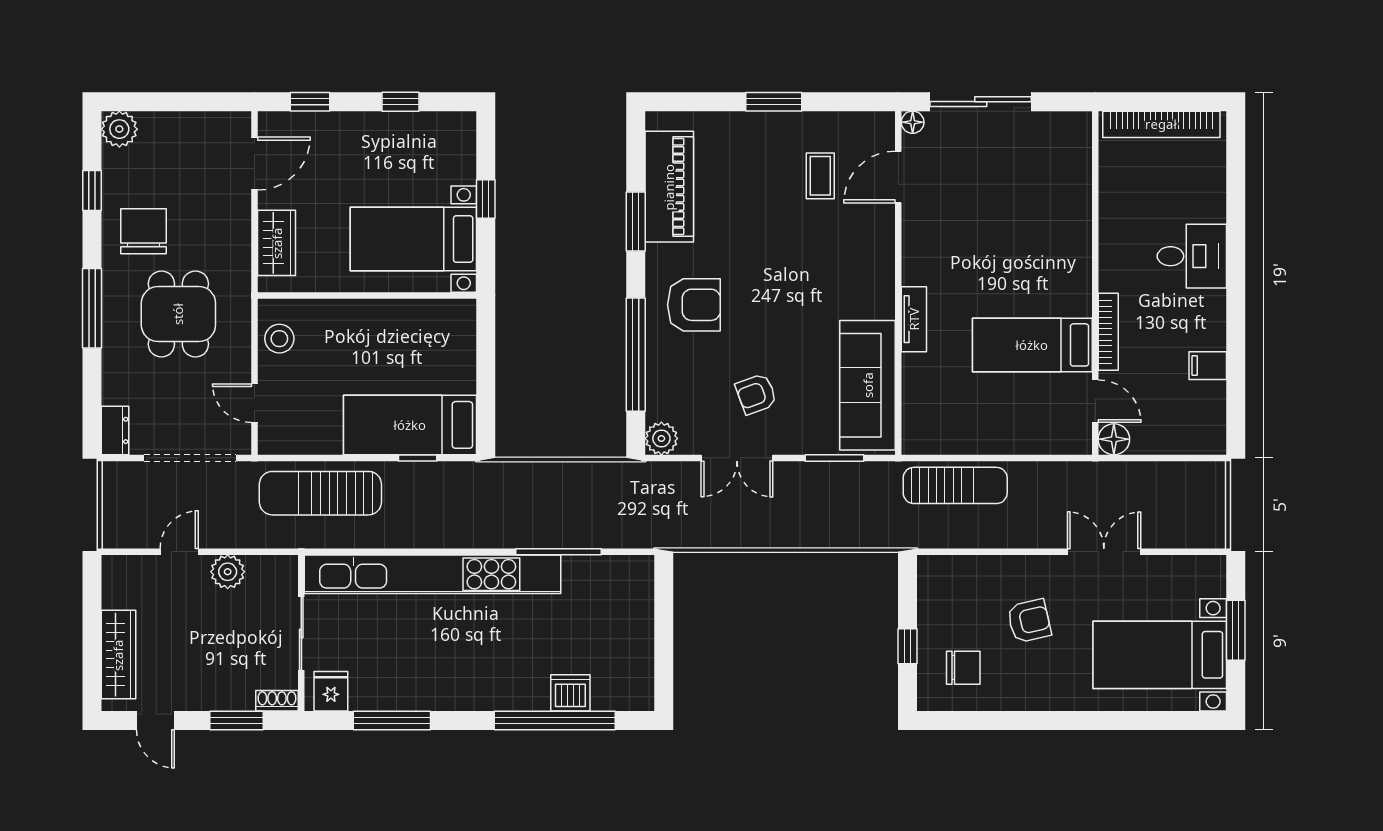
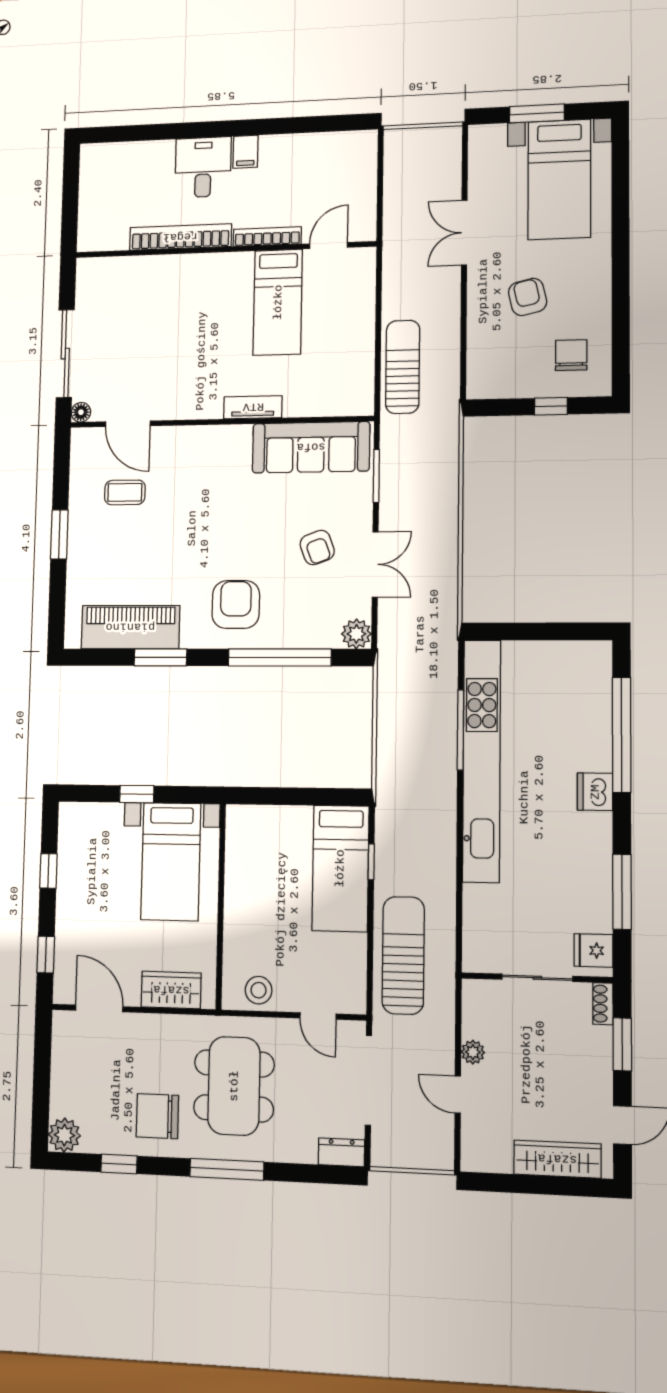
bookcase: (1161, 124) -> (180, 237), moved, turned -90
dining table: (178, 314) -> (234, 1086), width x1.38
filing cabinet: (1208, 366) -> (245, 152), moved
door: (254, 403) -> (318, 1016), hinge flipped
floor lamp: (1114, 439) -> (363, 228), removed
sun lounger: (320, 493) -> (403, 955), turned 180
plant: (228, 572) -> (473, 1052), width x0.73, depth x0.73
kitchen unit: (433, 574) -> (482, 761), moved
dishwasher: (570, 693) -> (595, 792), moved

